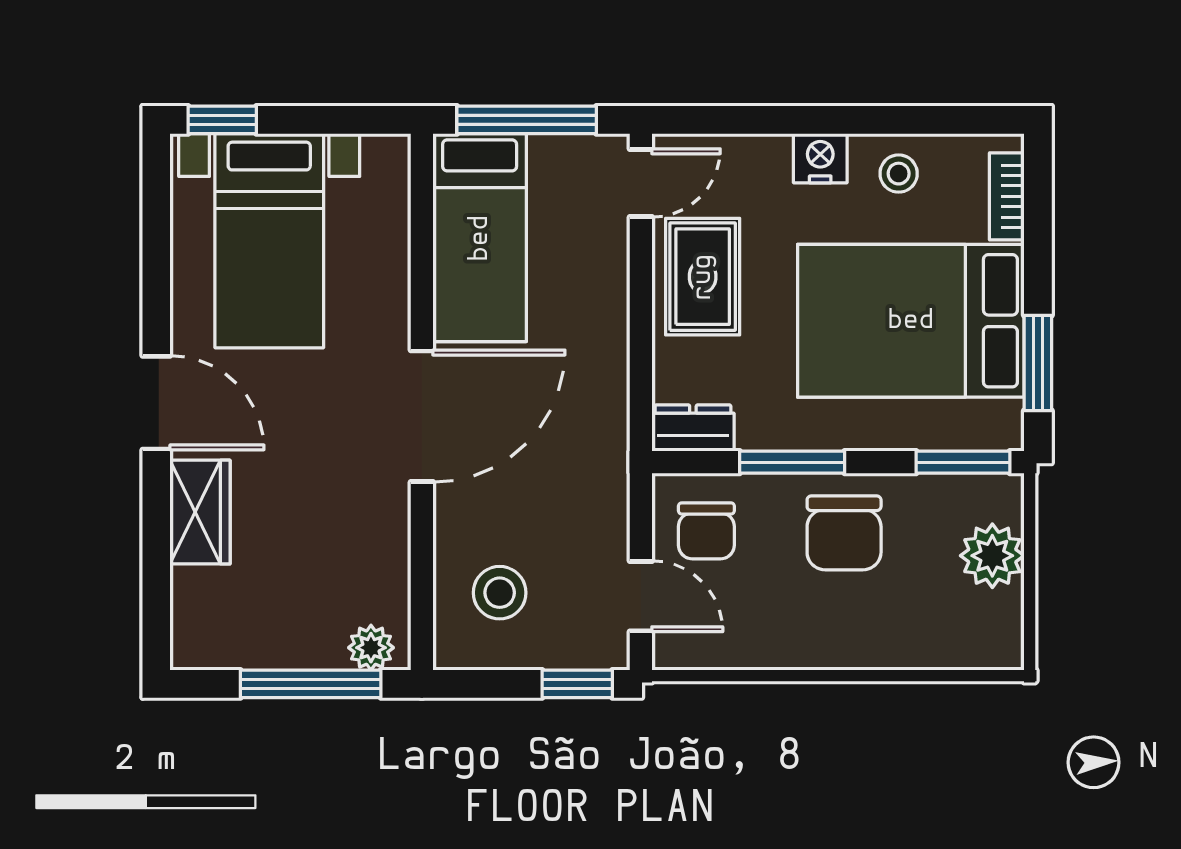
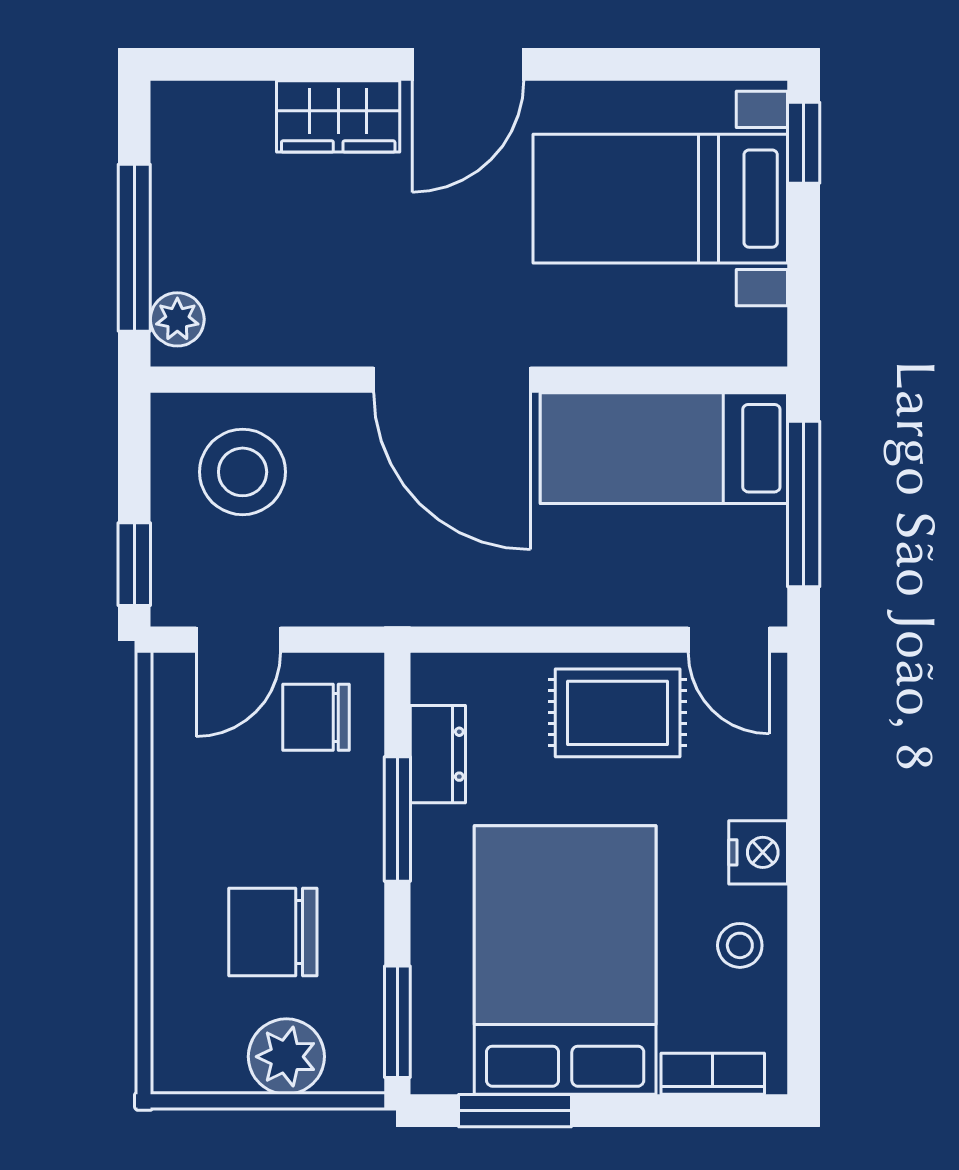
dresser: (693, 428) -> (438, 754), moved
chair: (844, 533) -> (273, 932), moved
stool: (500, 593) -> (243, 472), width x1.38, depth x1.38

